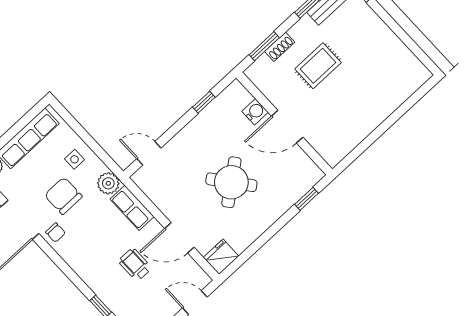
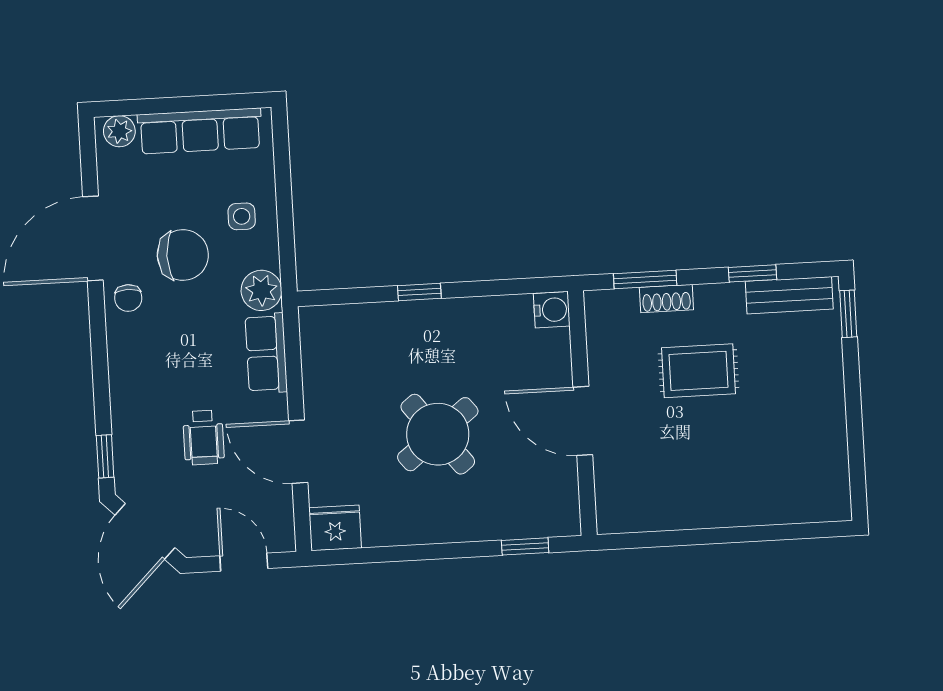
window: (204, 102) -> (419, 292), moved
water cooler: (255, 112) -> (552, 310), moved
door: (149, 153) -> (355, 296), removed
chair: (63, 196) -> (183, 255), turned 90
wheelchair: (135, 265) -> (204, 437), turned 180

